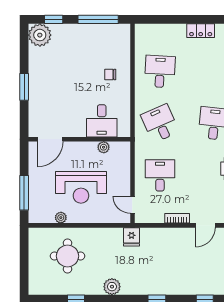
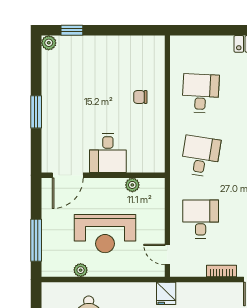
window: (98, 19) -> (126, 30), removed
plant: (40, 35) -> (49, 43), width x0.53, depth x0.53
desk: (102, 121) -> (108, 153), moved
desk: (160, 123) -> (201, 156), turned 33

